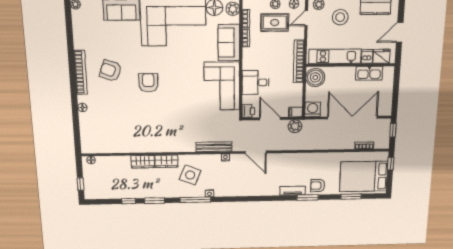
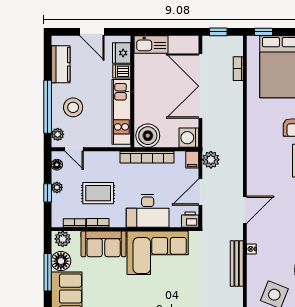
rug: (275, 22) -> (98, 193), moved, turned 90
bookcase: (299, 61) -> (147, 157), moved
kitchen sink: (369, 73) -> (151, 44), moved, turned 90
desk: (255, 82) -> (148, 211), width x1.37

